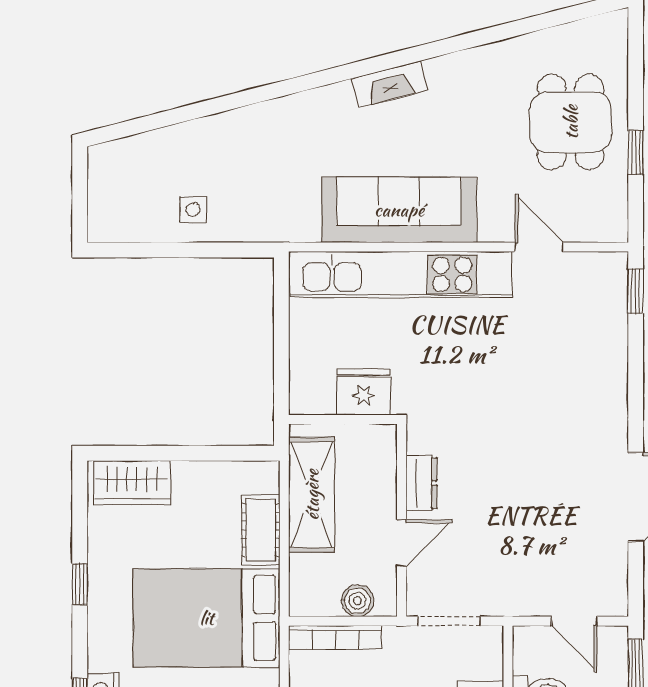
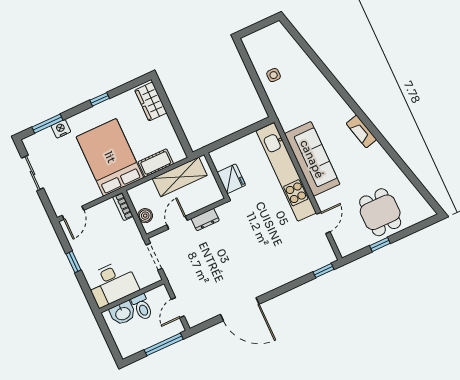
dining table: (571, 122) -> (380, 212), turned 90
door: (402, 543) -> (177, 223), swing flipped
bookcase: (335, 637) -> (123, 207), width x0.64

